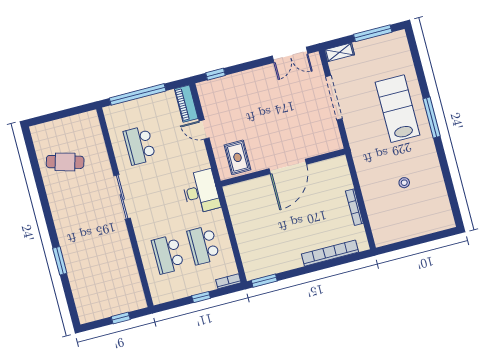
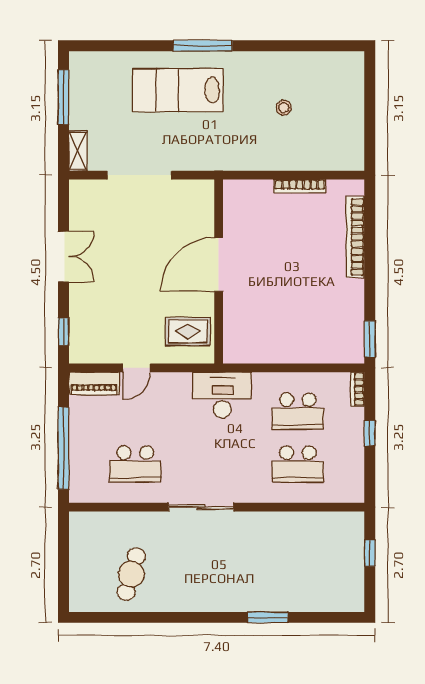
double door: (290, 55) -> (63, 257), moved
door: (288, 166) -> (219, 265), swing flipped

